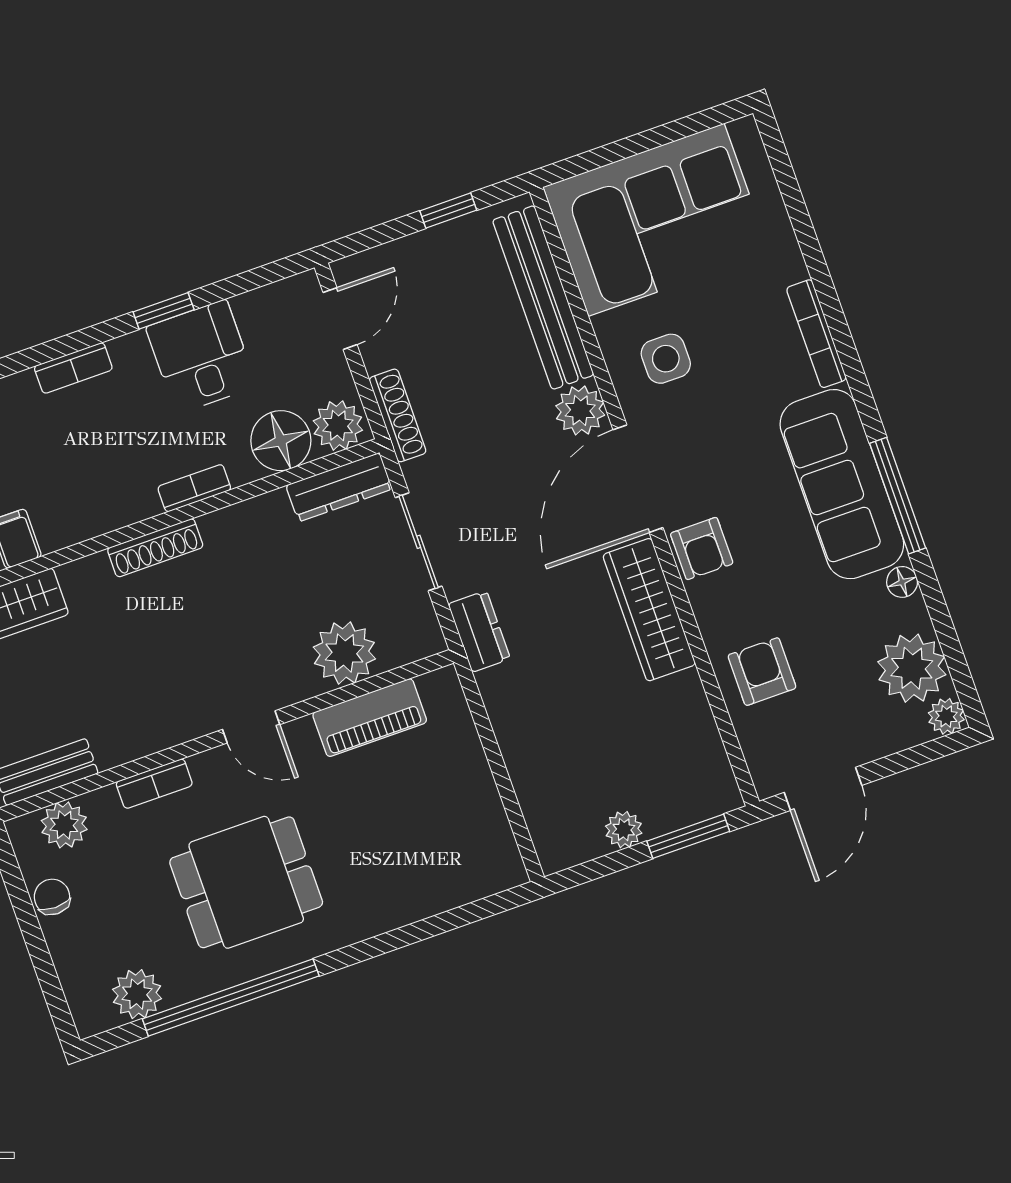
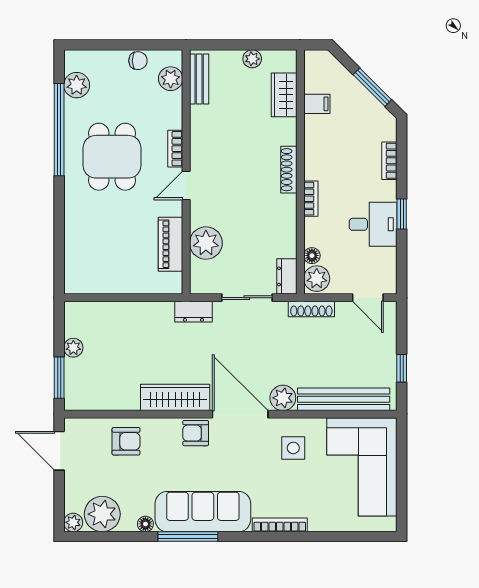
floor lamp: (281, 441) -> (312, 256), width x0.53, depth x0.53
dresser: (339, 487) -> (287, 276), width x0.70
bookcase: (154, 784) -> (175, 149), moved

